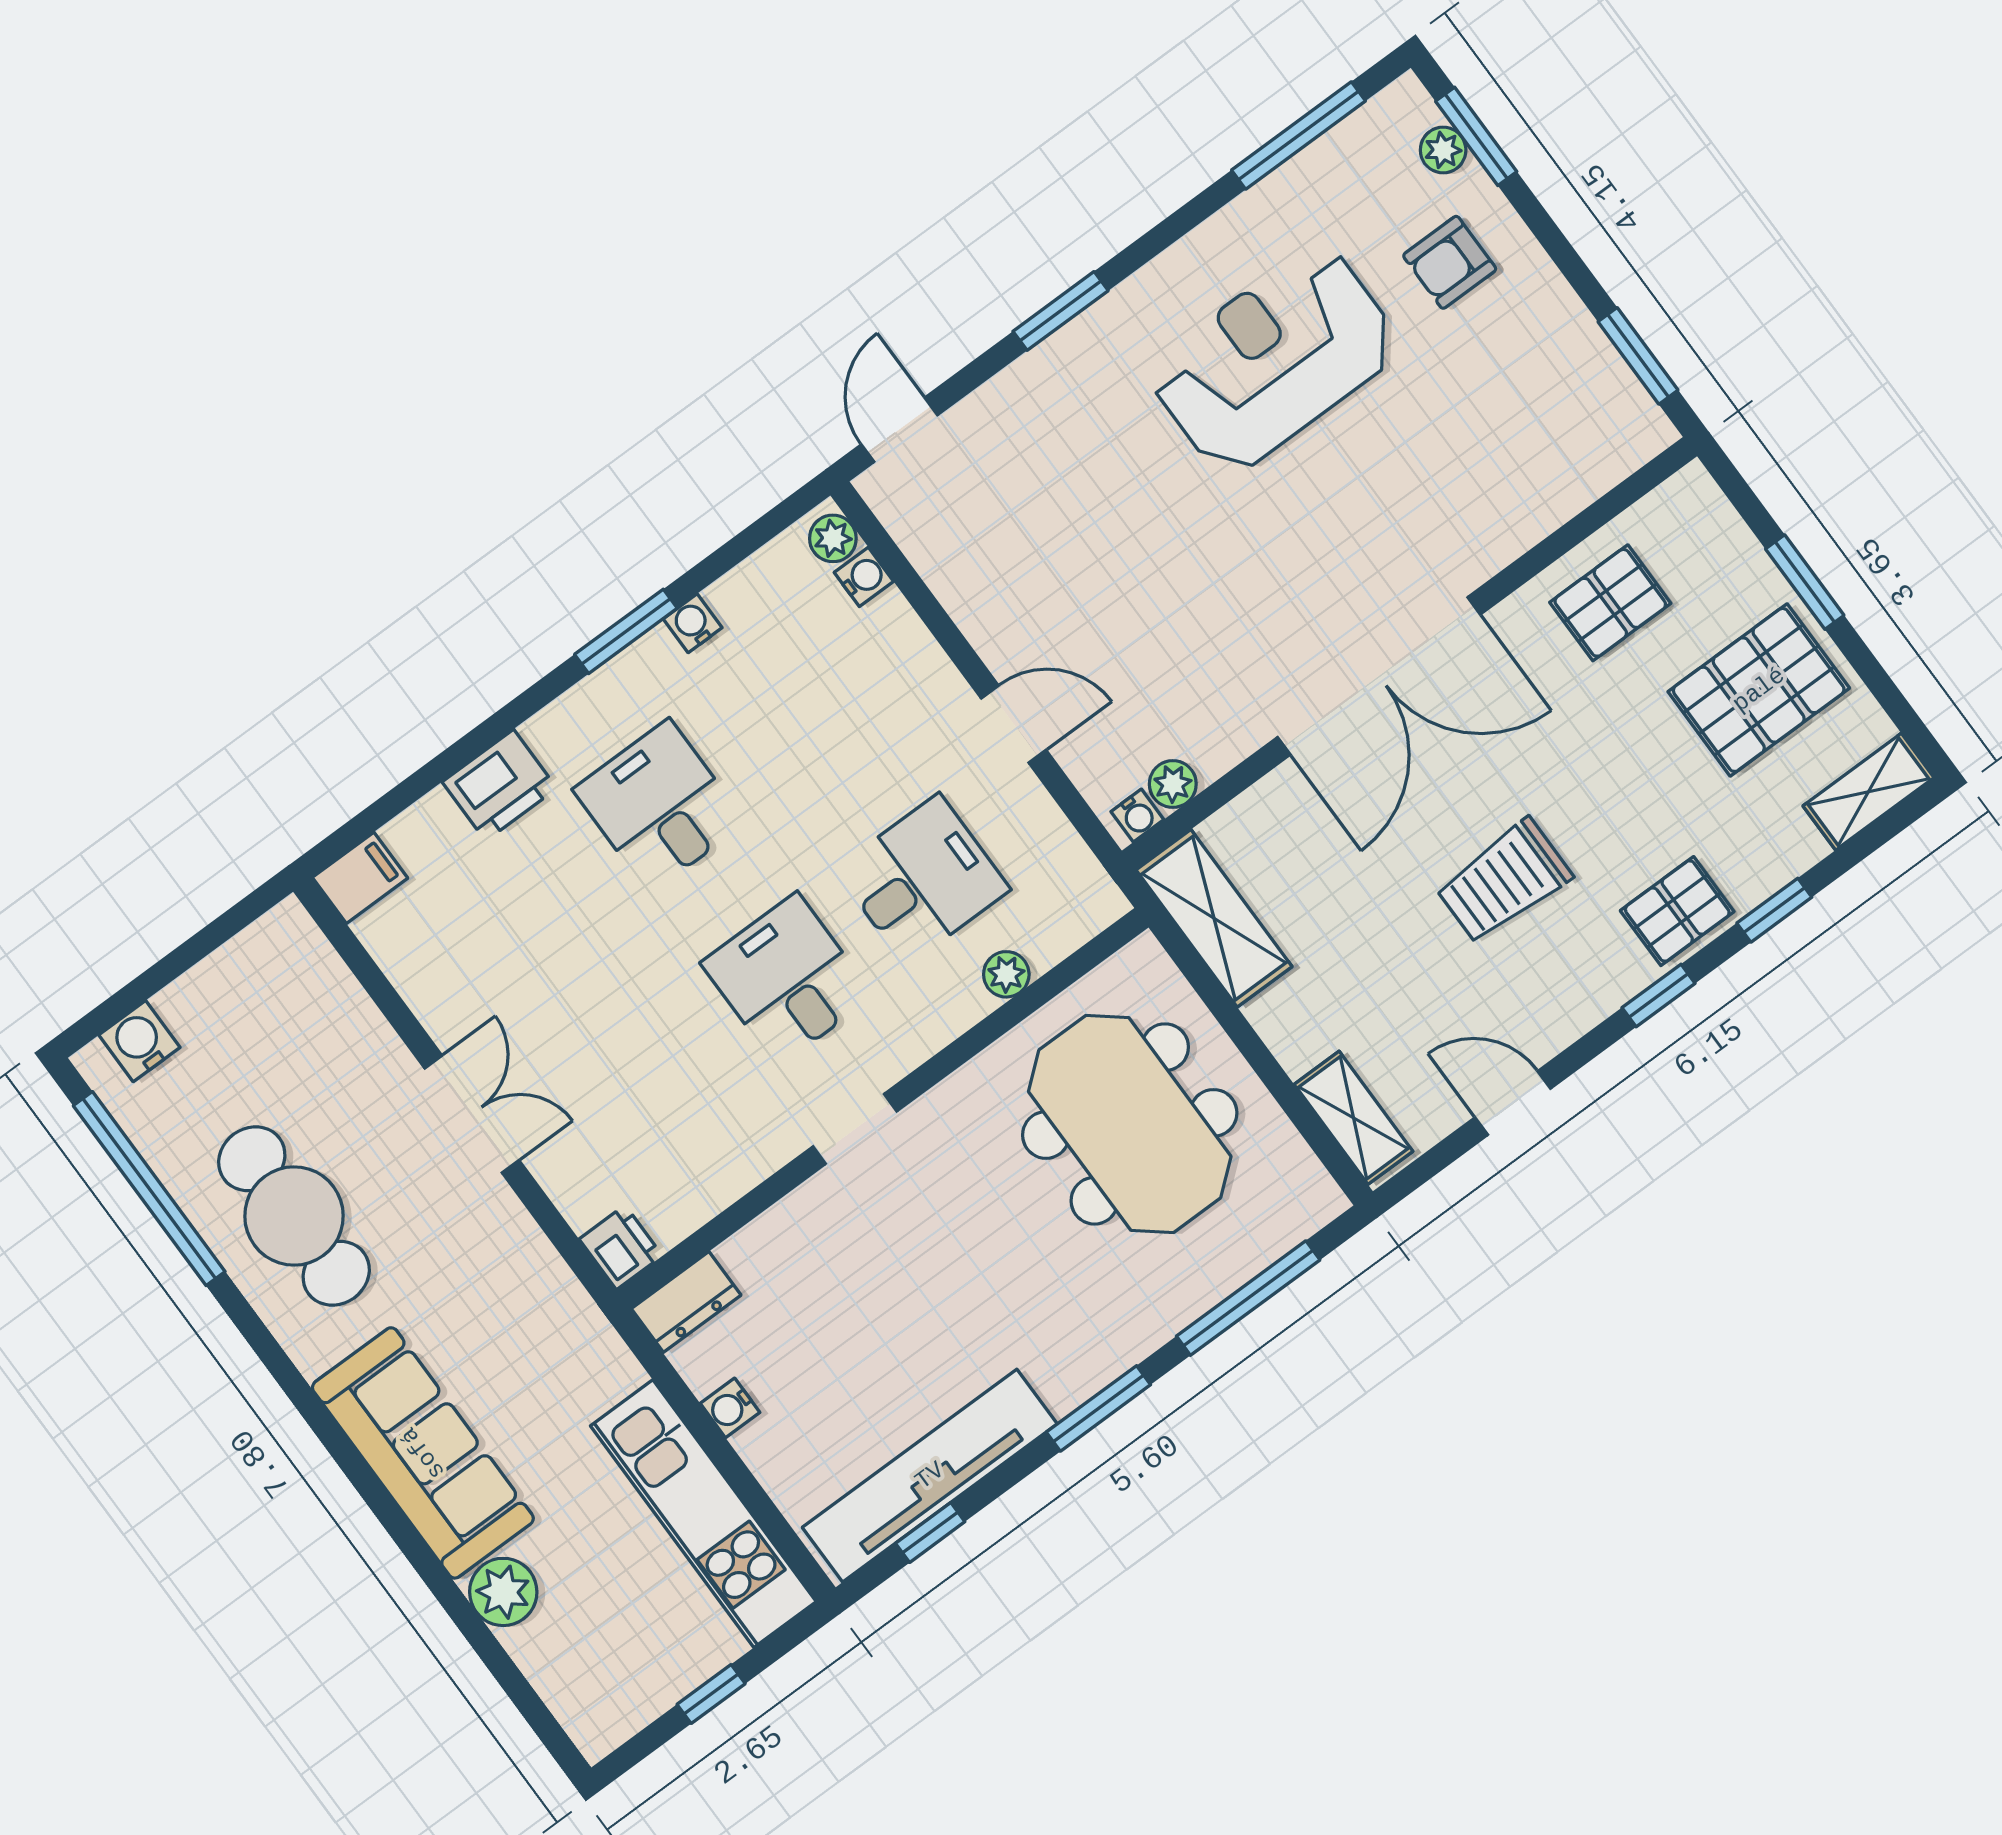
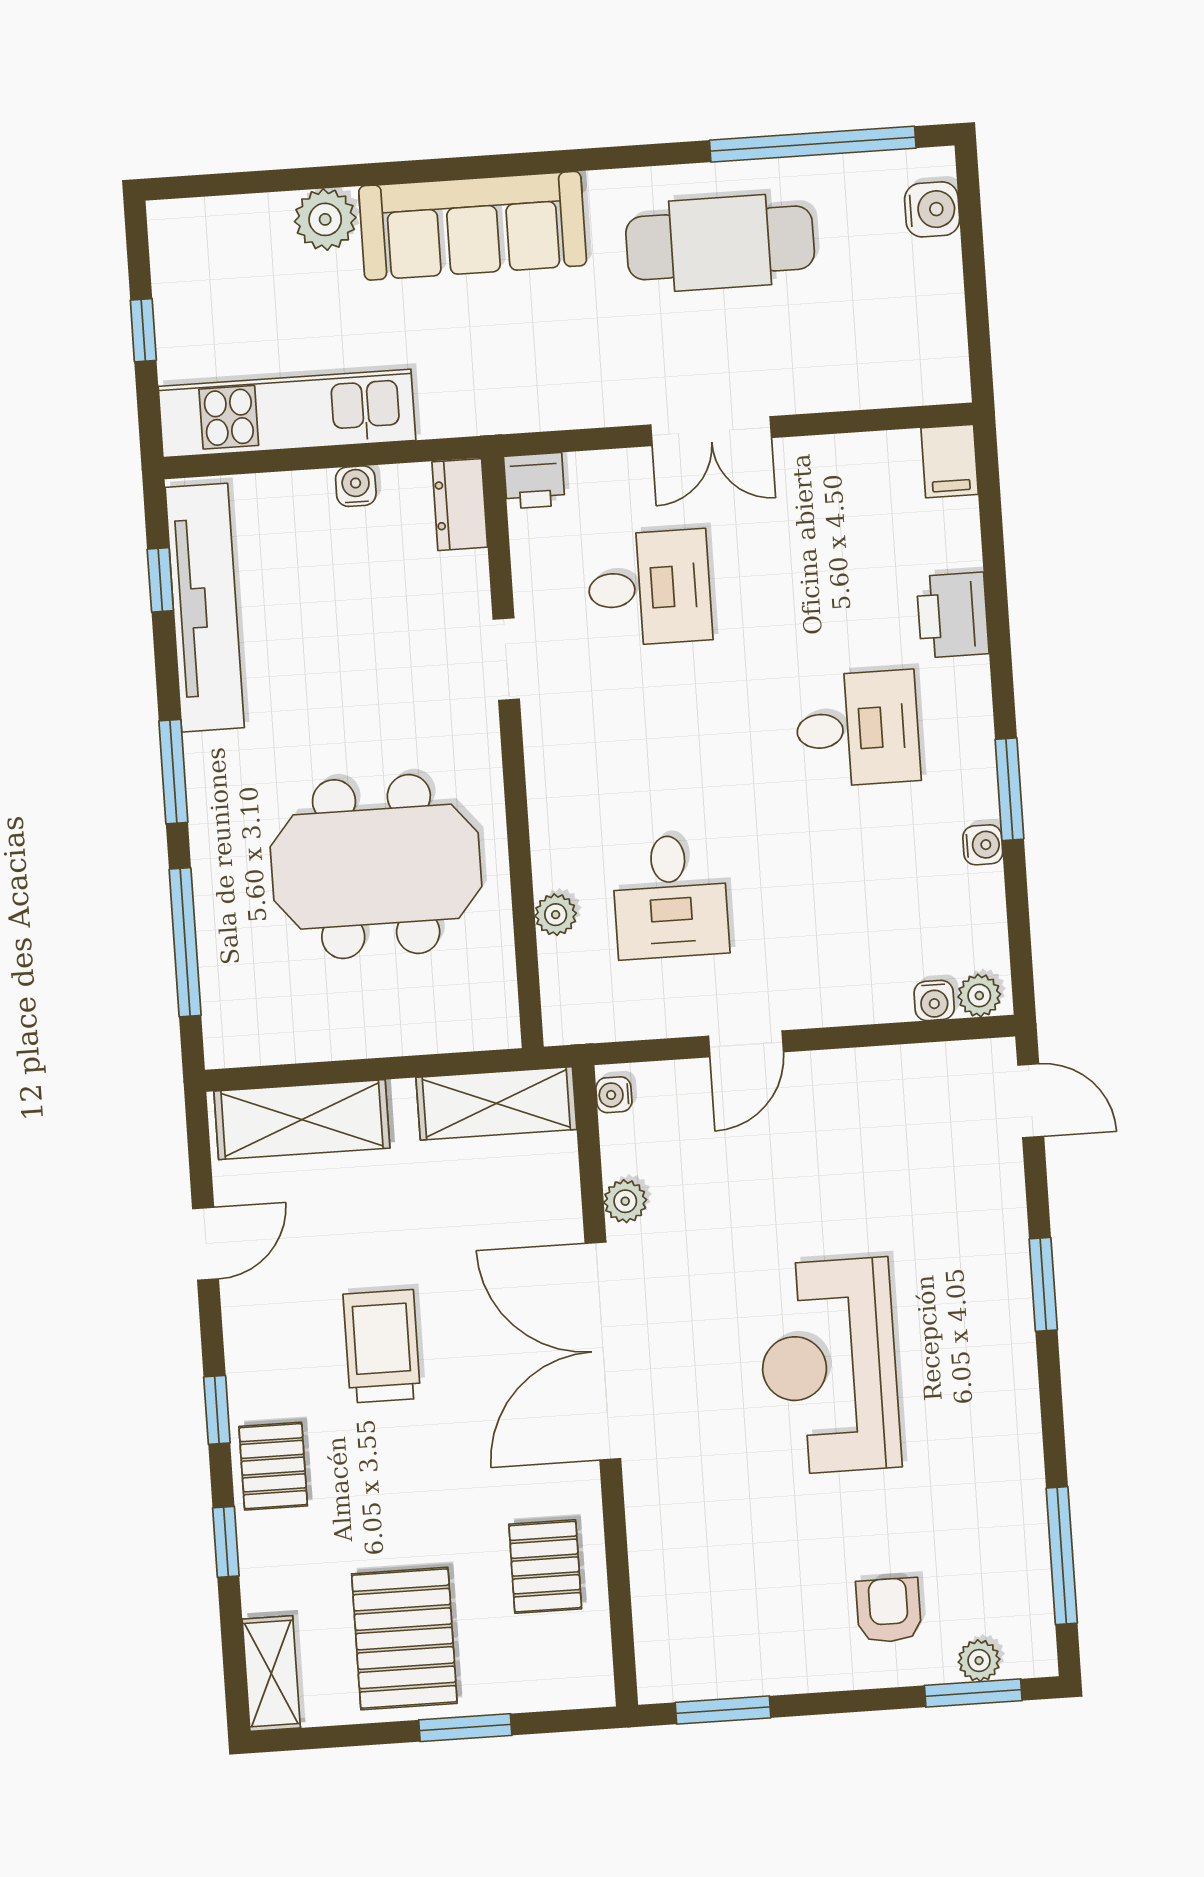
reception desk: (1274, 360) -> (829, 1366), moved, turned 180
plant: (1173, 784) -> (625, 1201), moved
desk: (787, 979) -> (649, 588), moved
shelving: (1353, 1118) -> (302, 1120), width x1.50, depth x1.33
meeting table: (1130, 1124) -> (376, 867), moved
doorway: (855, 1129) -> (506, 659), moved

